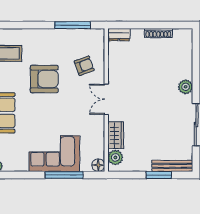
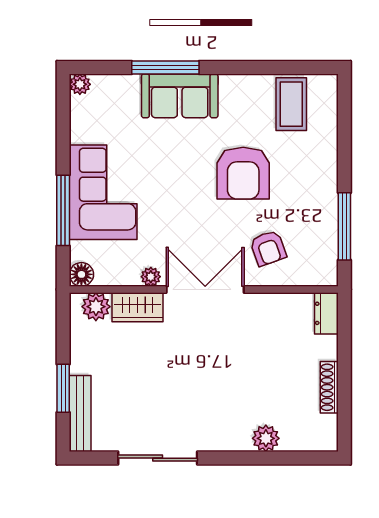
plant: (186, 87) -> (266, 438), moved
double door: (106, 99) -> (205, 289), width x1.37
plant: (99, 128) -> (151, 277), added

